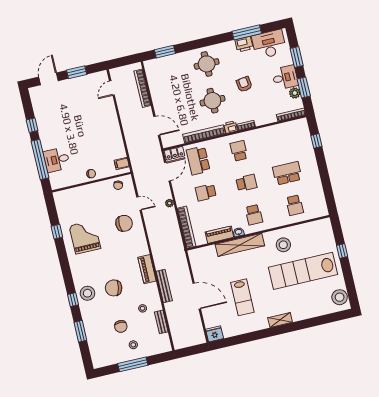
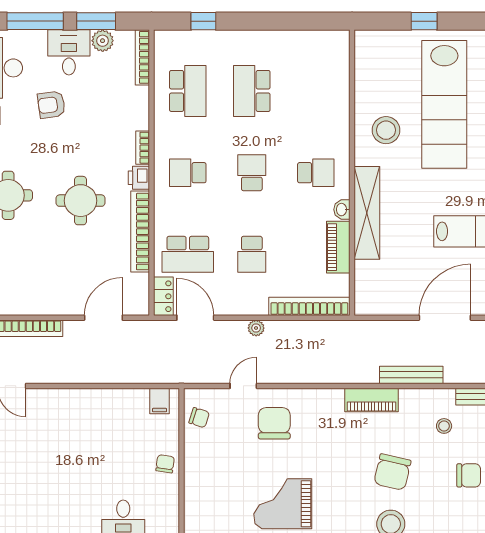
window: (297, 57) -> (35, 21), width x1.44
armchair: (244, 84) -> (51, 105), moved
school desk: (295, 205) -> (188, 91), moved, width x1.85

